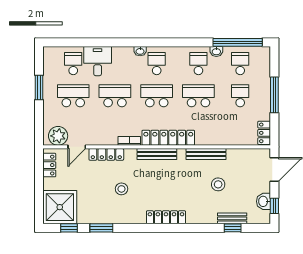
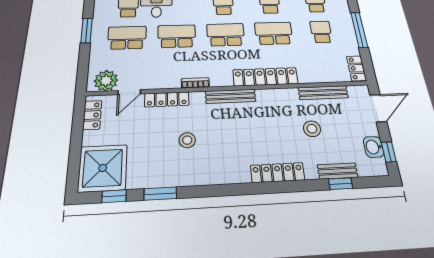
locker: (168, 138) -> (265, 77), moved
bench: (206, 154) -> (323, 93), moved
locker: (166, 217) -> (278, 173), moved

